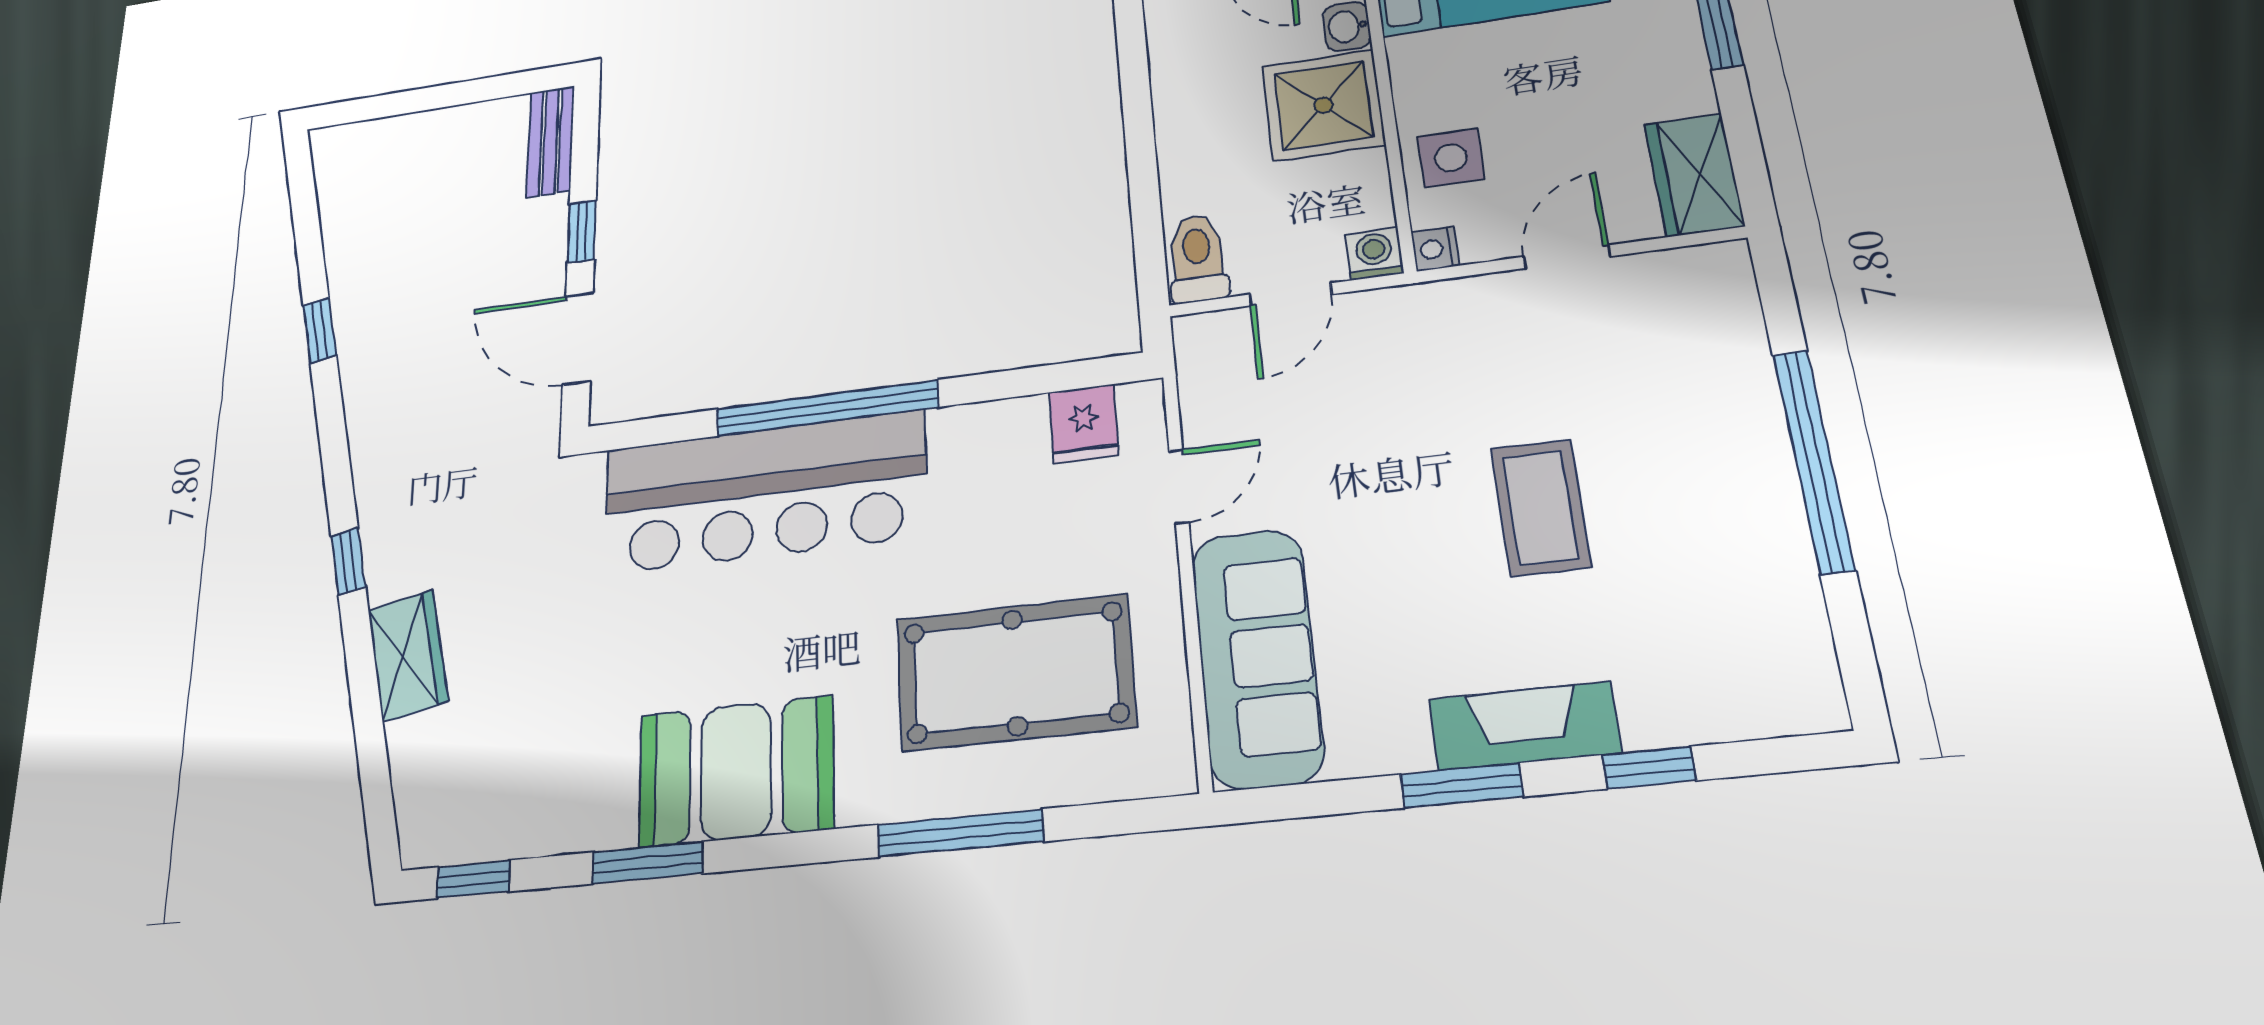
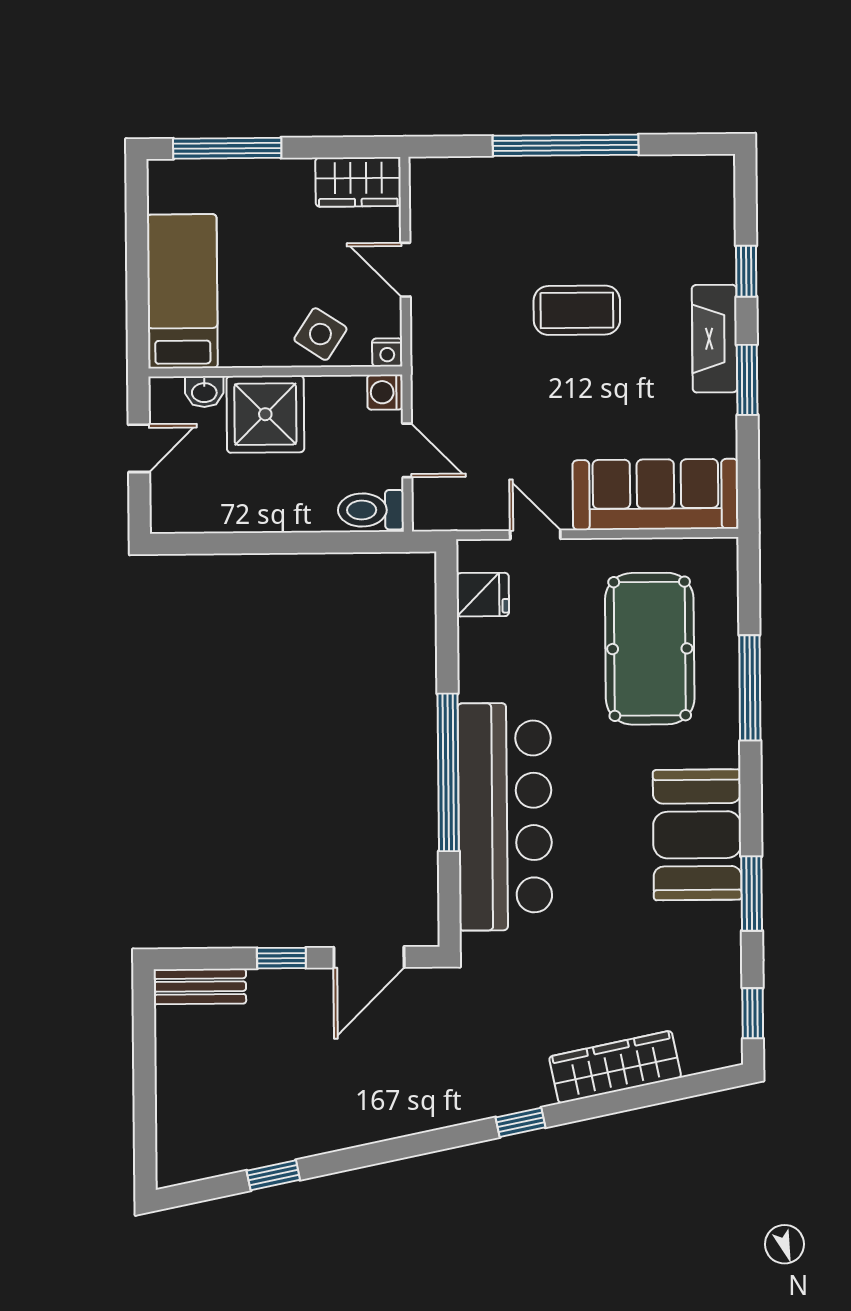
side table: (1451, 158) -> (320, 334), turned 33
window: (320, 330) -> (273, 1175), moved
wardrobe: (408, 655) -> (615, 1067), width x1.50

